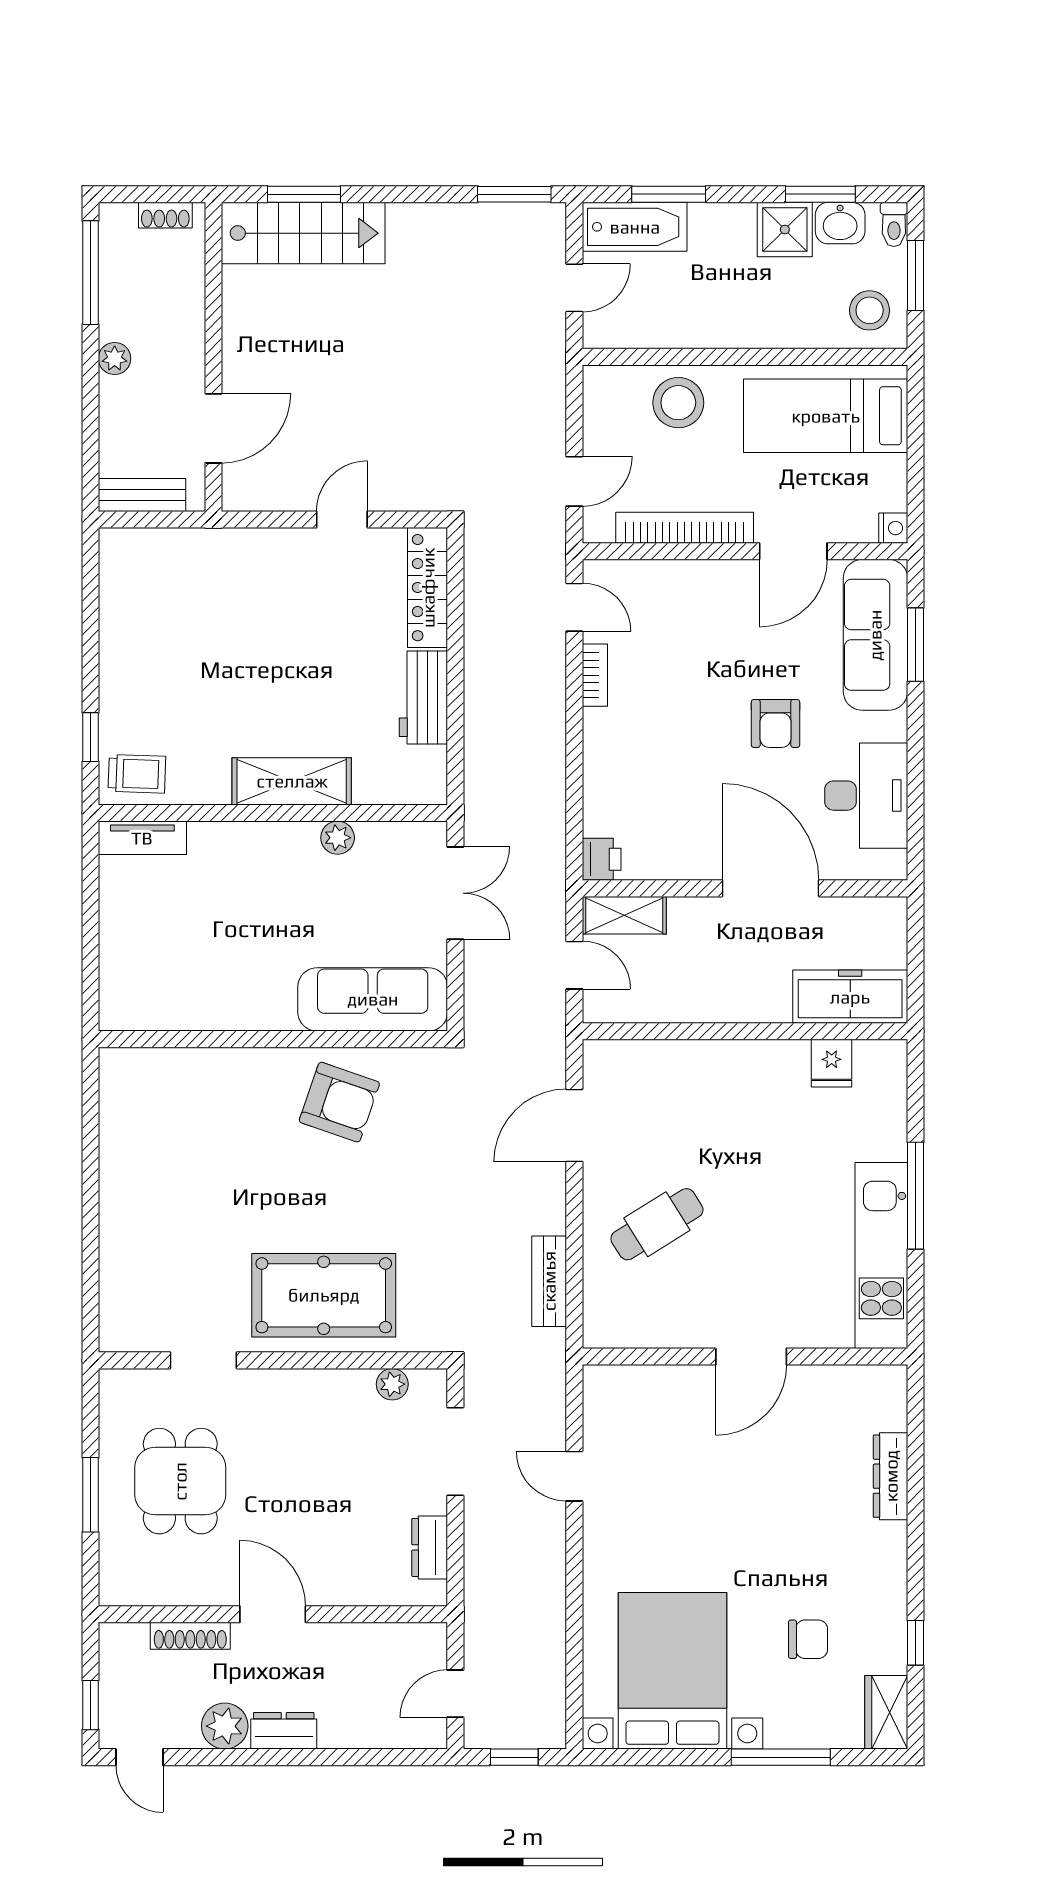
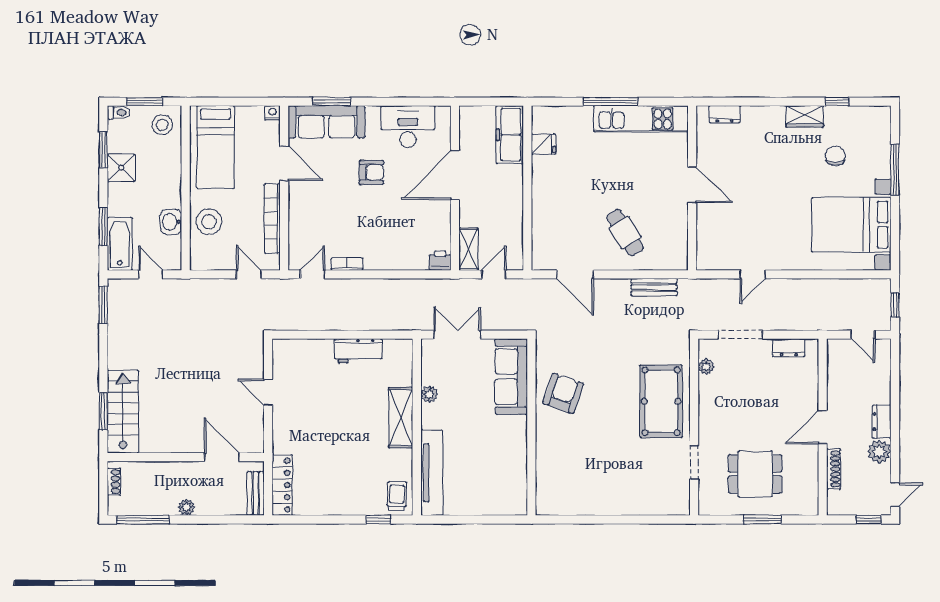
washbasin: (840, 223) -> (171, 222), moved, turned 180
locker: (428, 588) -> (282, 485), moved, turned -90
tv unit: (142, 838) -> (432, 473), width x1.92, depth x1.29
dresser: (891, 1476) -> (725, 114), moved, width x0.70
wardrobe: (886, 1712) -> (805, 116), moved

